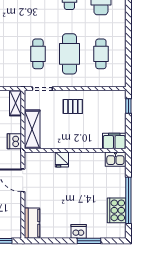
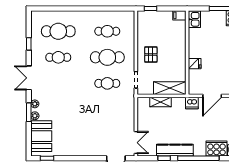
shelving: (16, 103) -> (160, 102), moved
dishwasher: (14, 141) -> (192, 103), moved
filing cabinet: (114, 141) -> (179, 15), width x0.50

